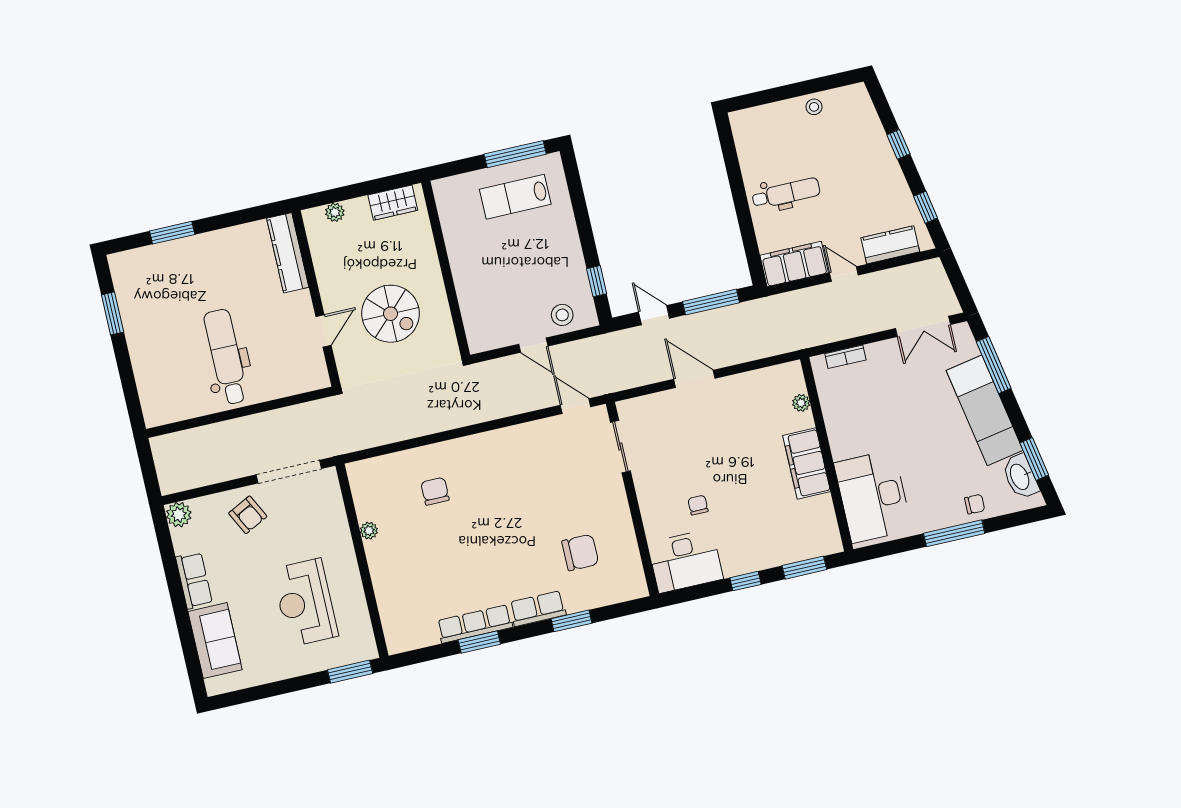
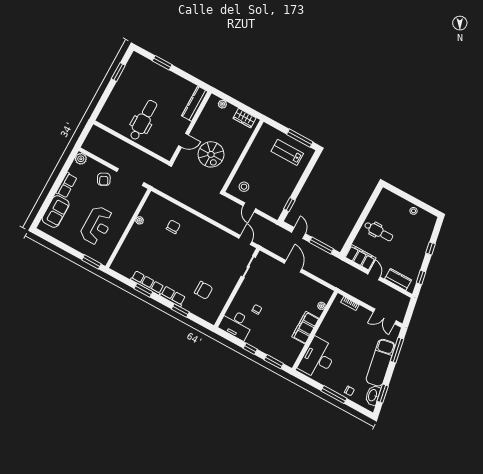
stool: (562, 315) -> (244, 187), moved
reception desk: (305, 602) -> (97, 225), turned 180

